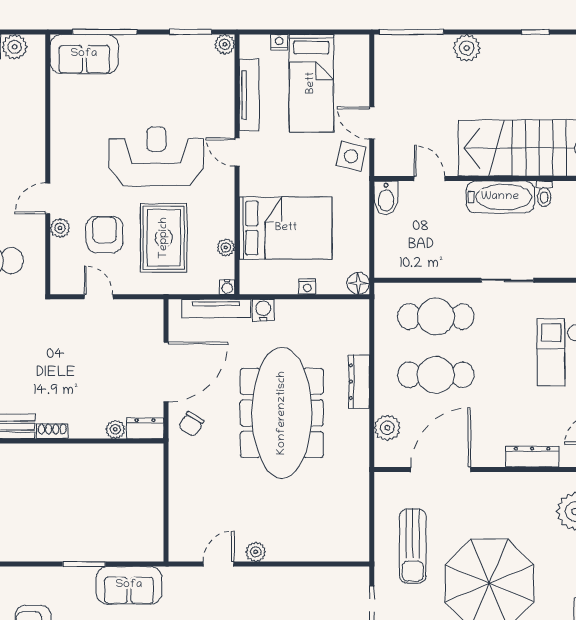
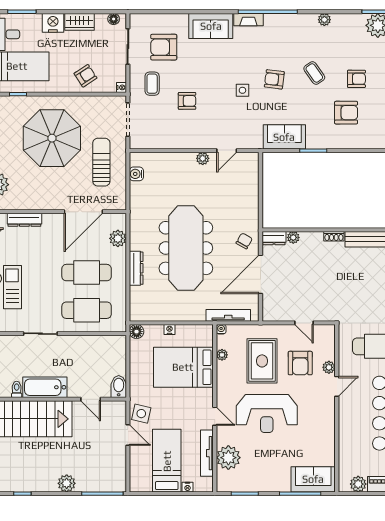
plant: (225, 44) -> (228, 458), moved, width x1.87, depth x1.87
water cooler: (263, 310) -> (136, 174), moved, turned 90

